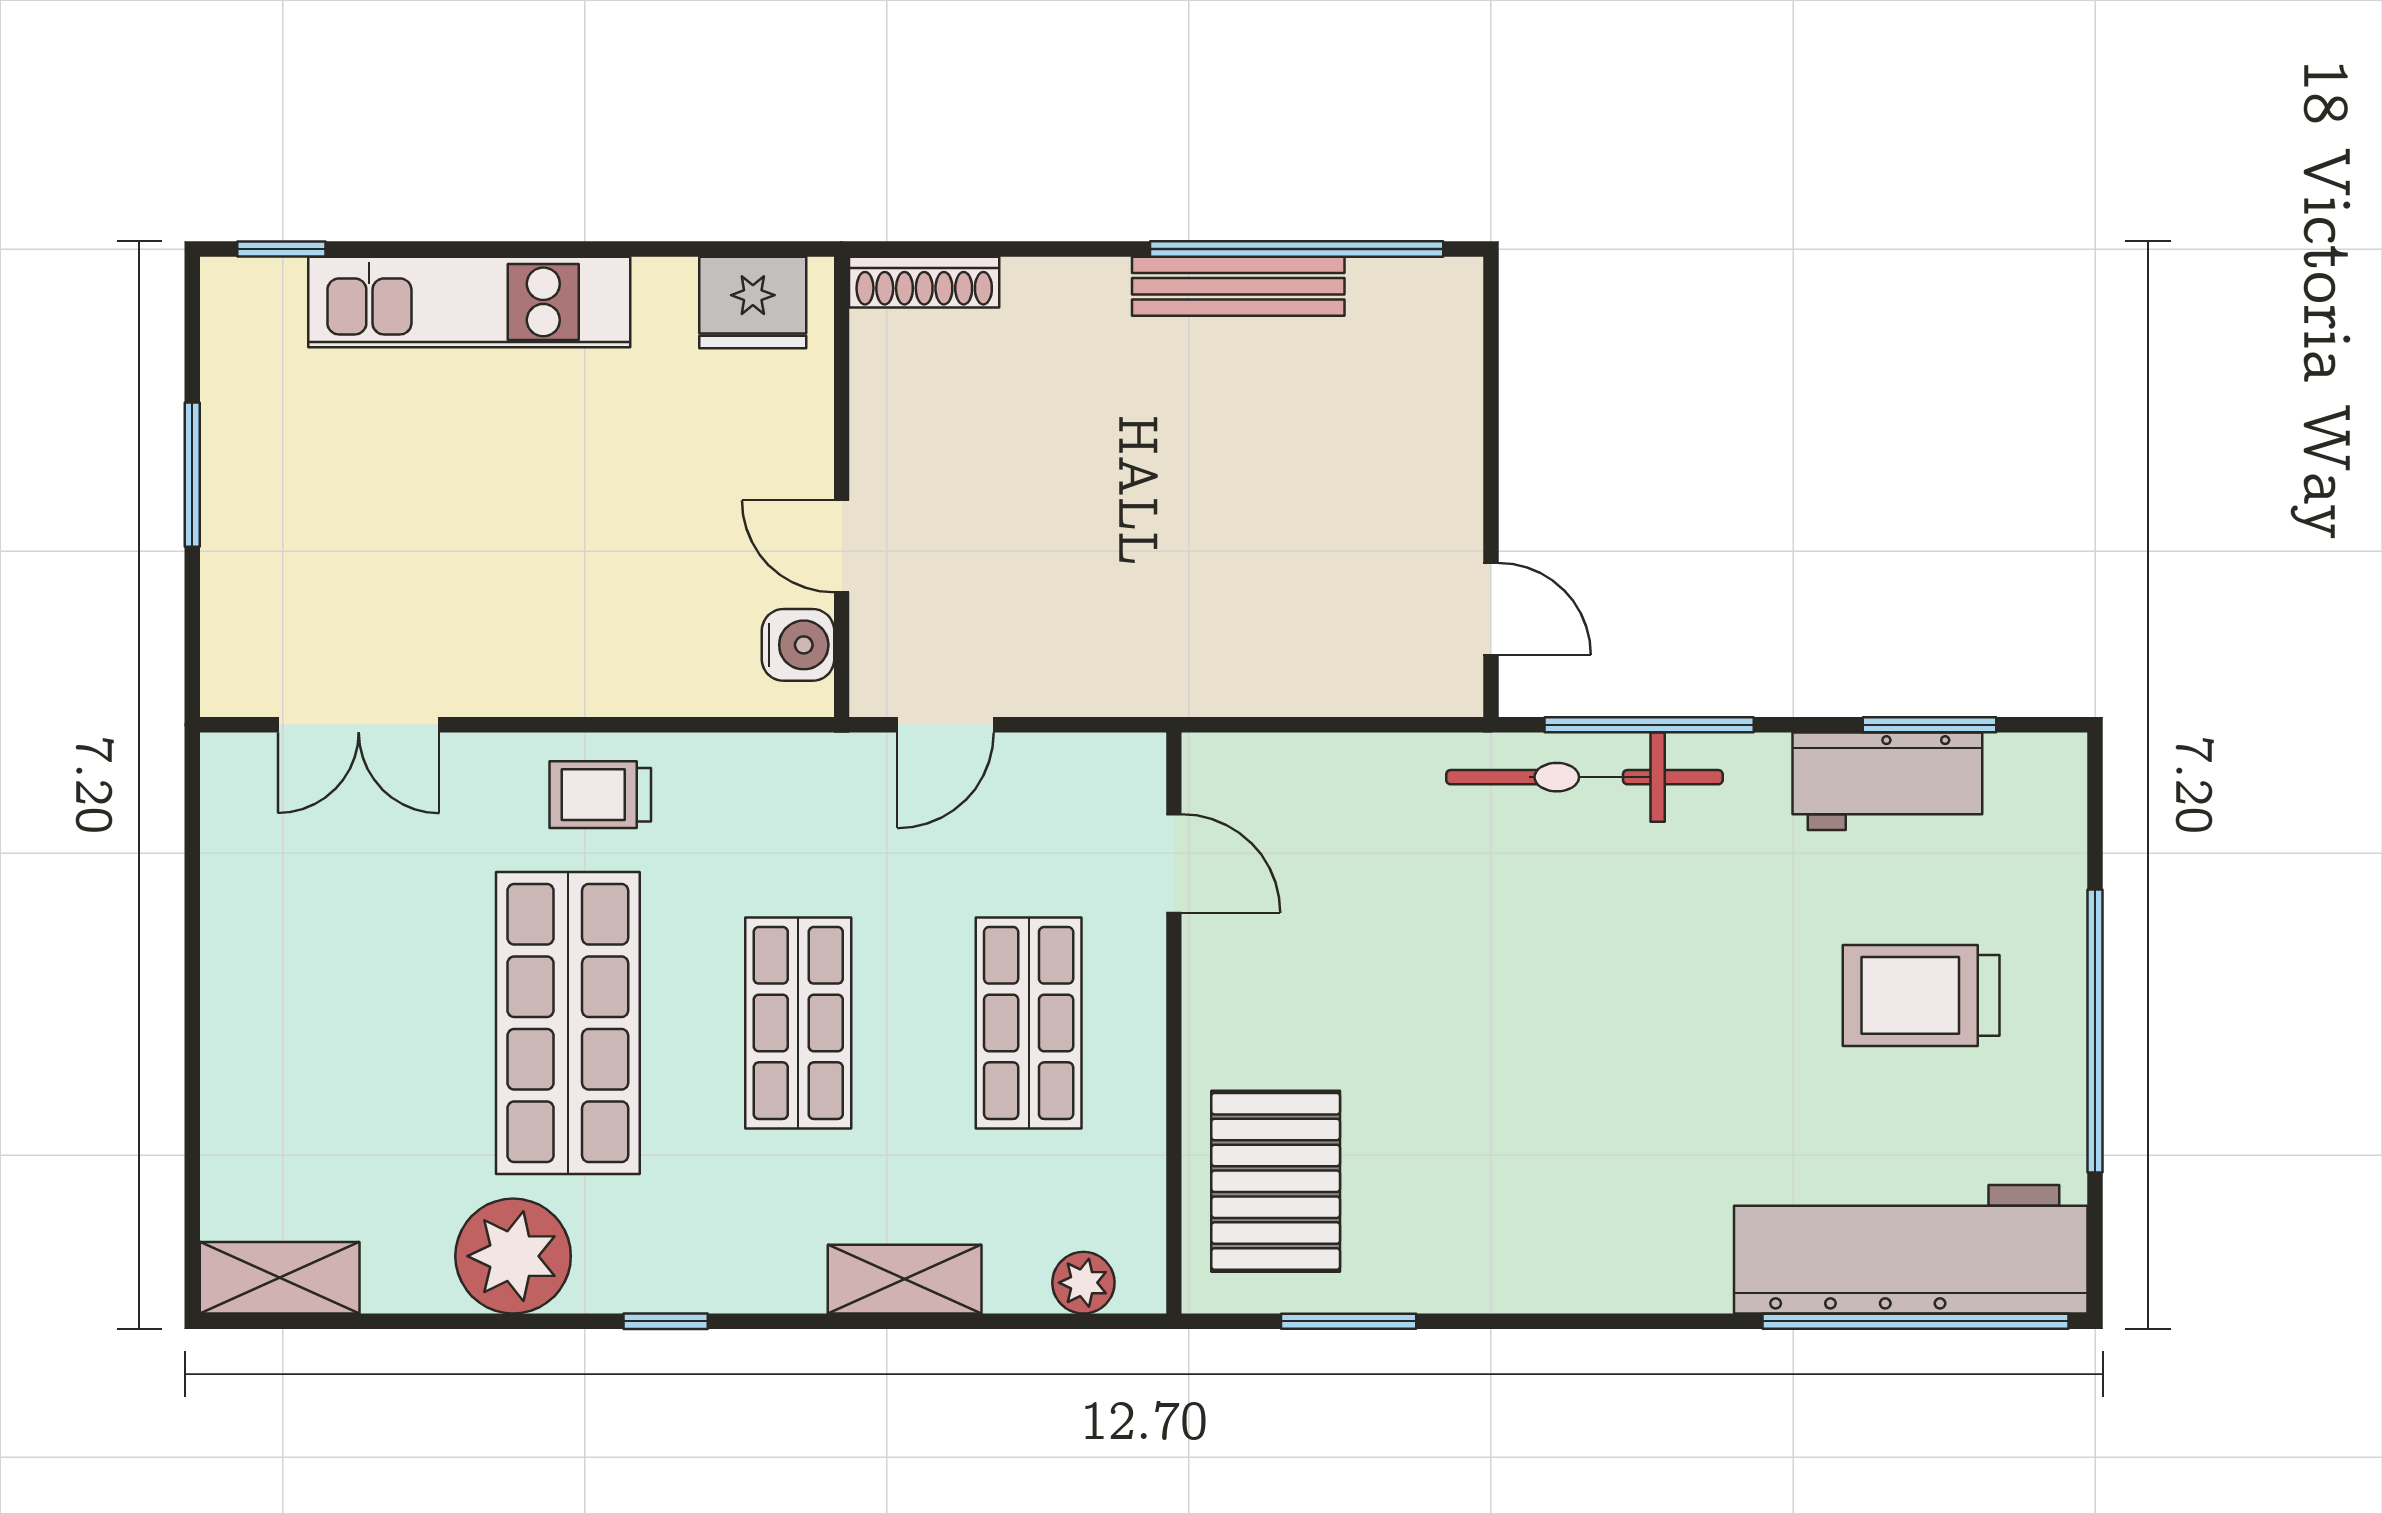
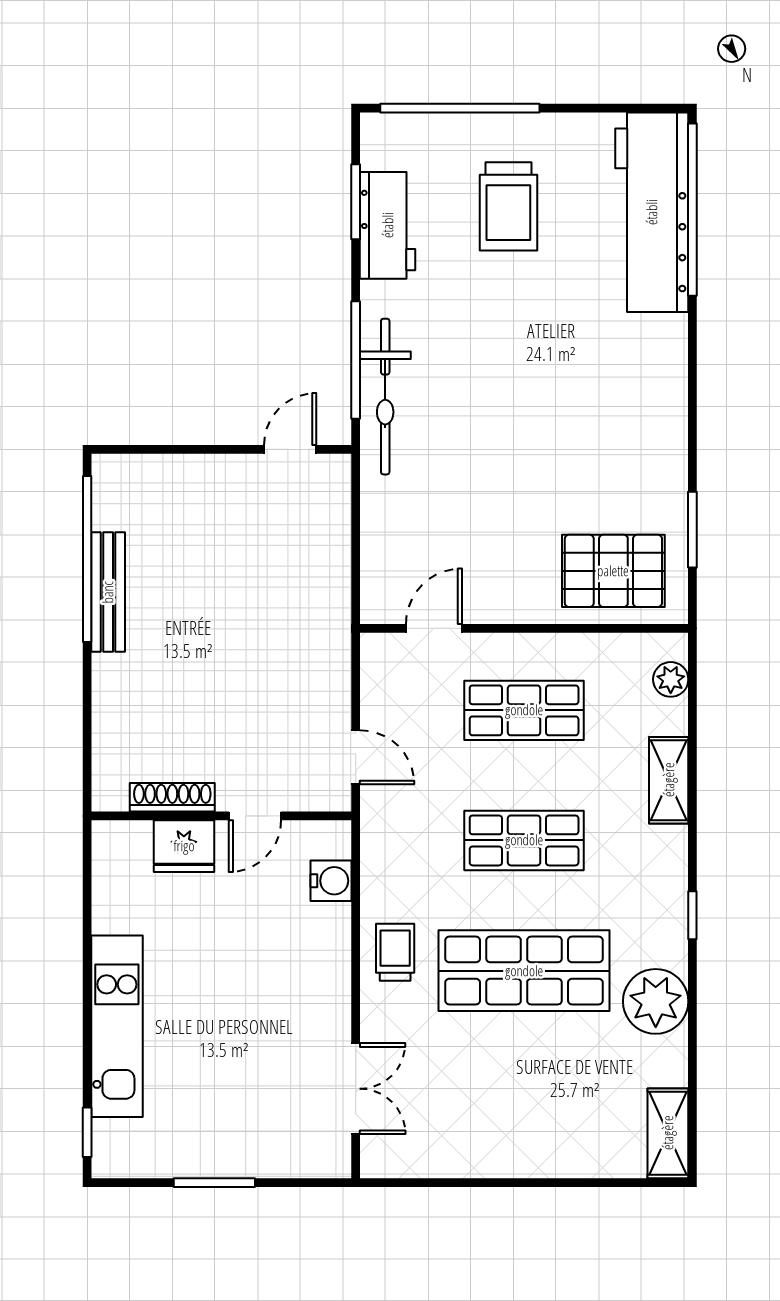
shoe rack: (924, 282) -> (172, 797), moved, turned -90
fridge: (753, 302) -> (184, 846), moved, turned 90
water cooler: (798, 645) -> (331, 881), moved, turned 90
trolley: (600, 795) -> (395, 952), turned 180
window: (2095, 1031) -> (460, 108), moved

